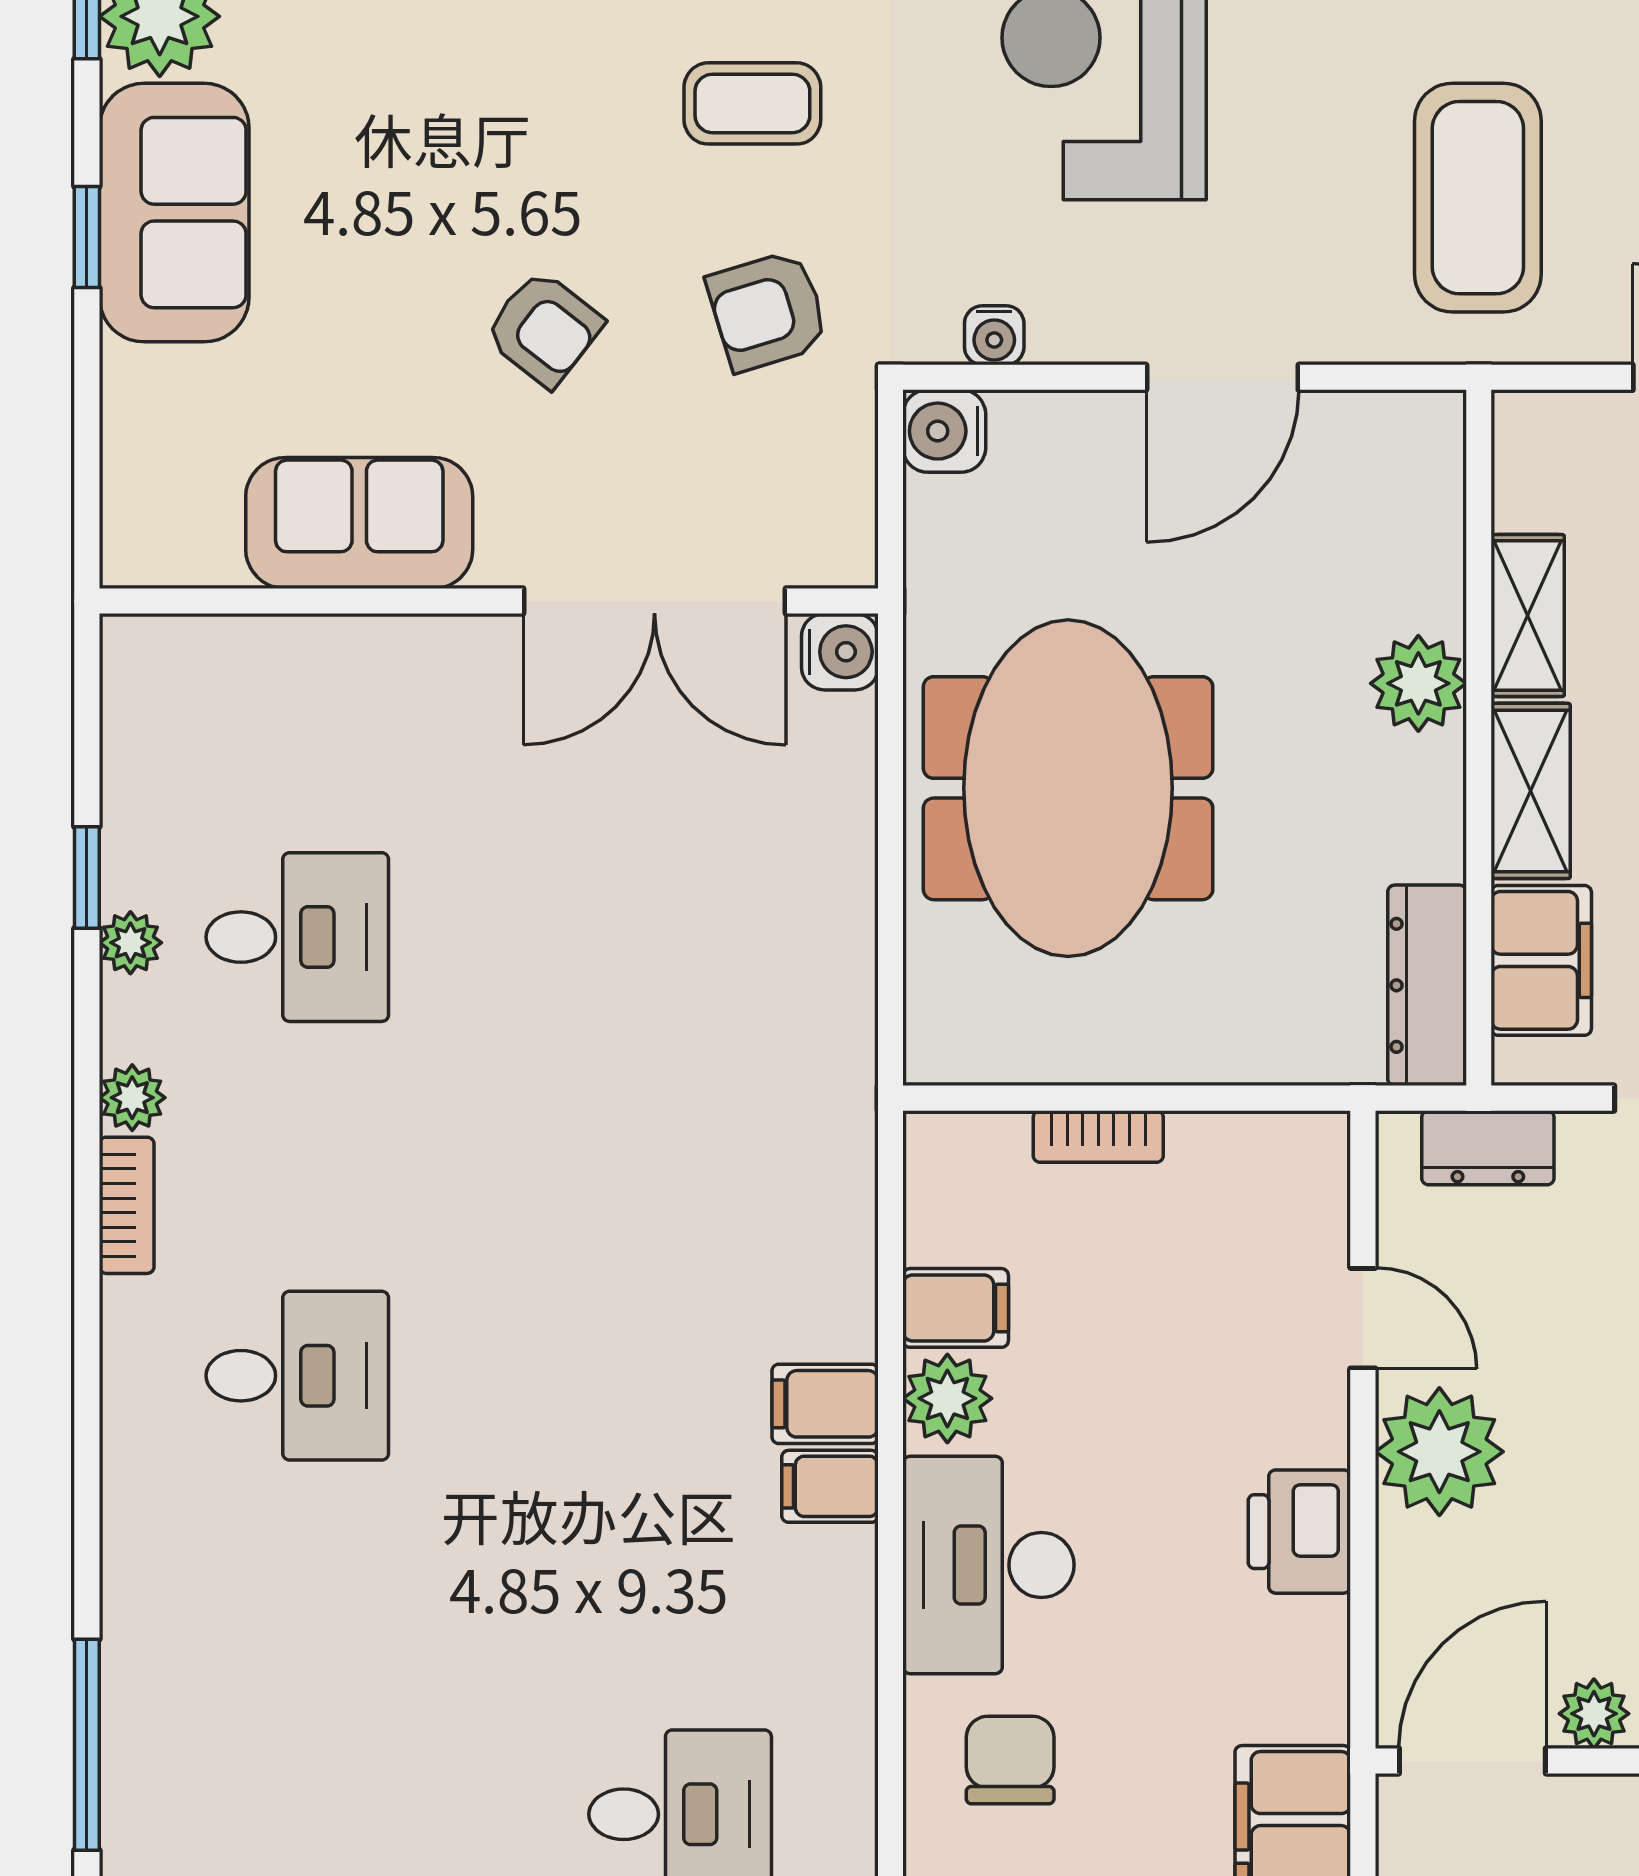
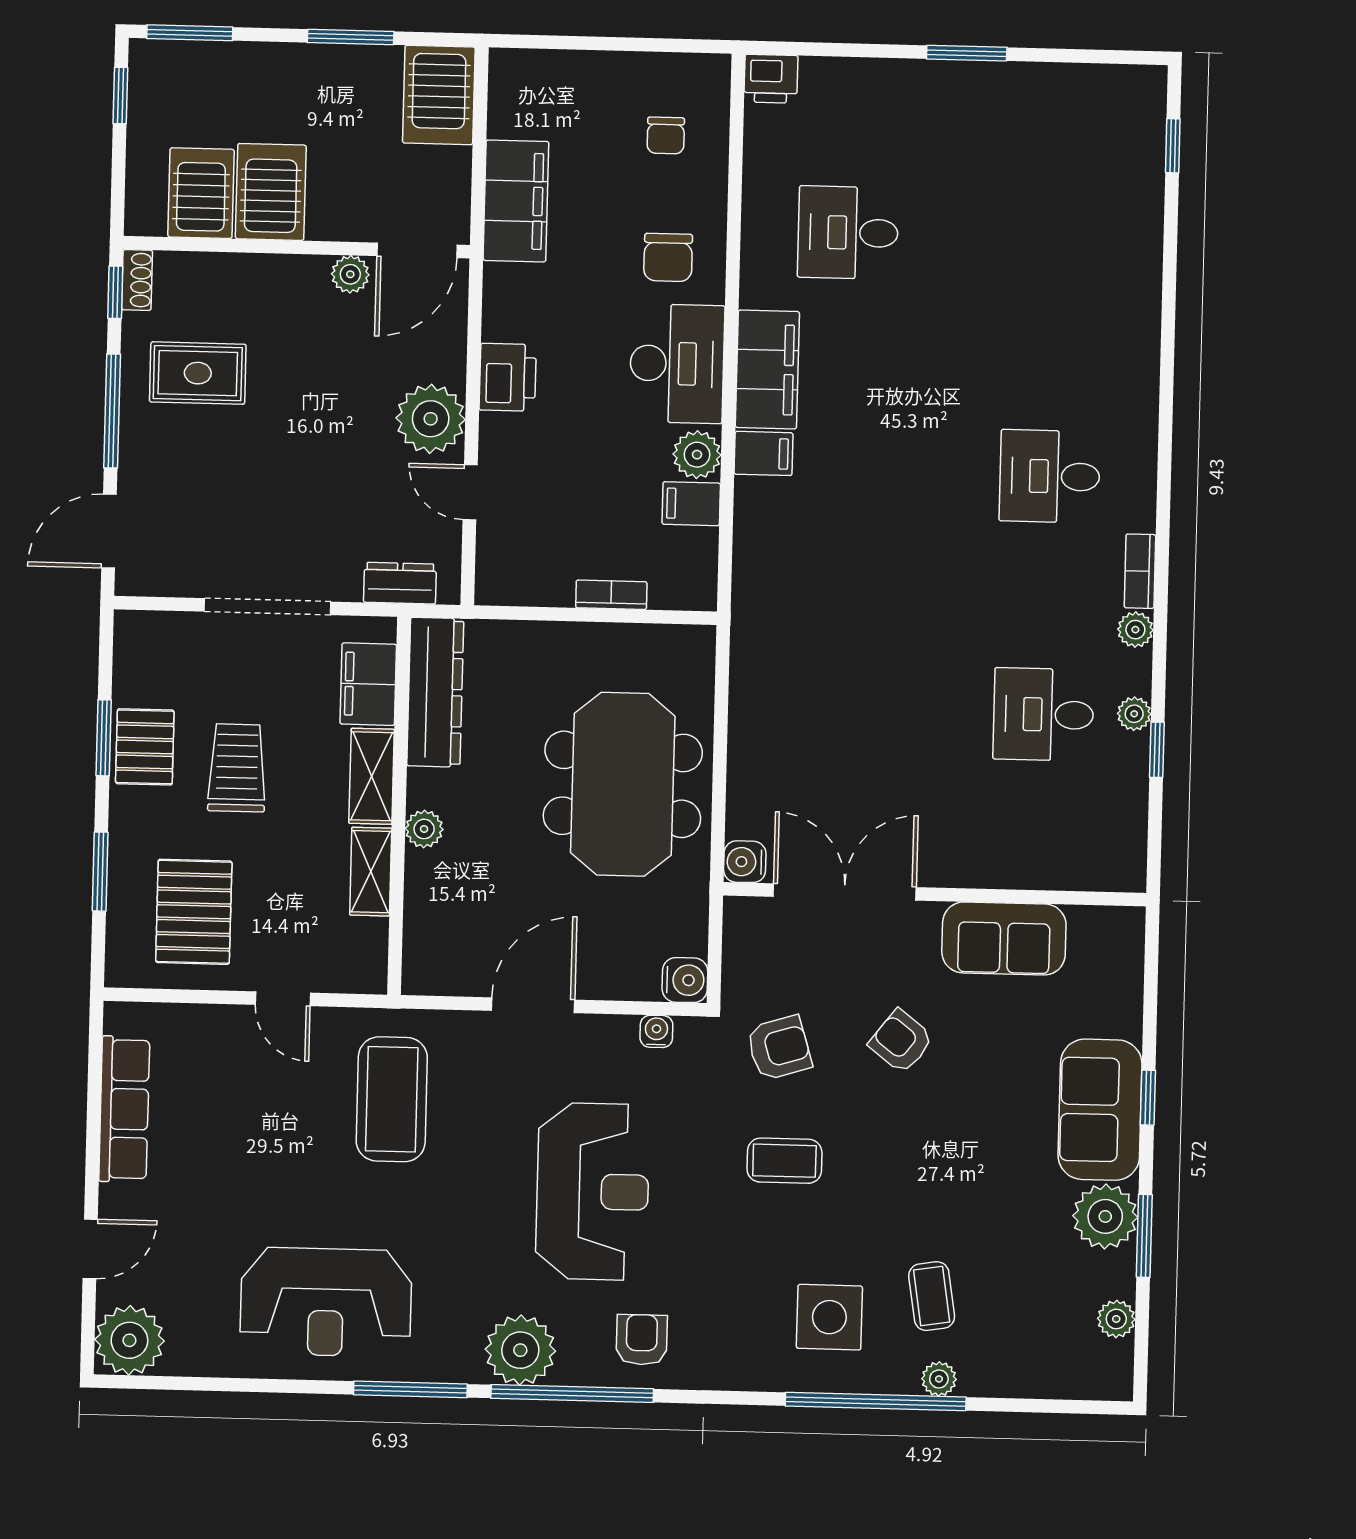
plant: (1418, 683) -> (424, 829), width x0.73, depth x0.73
dresser: (1427, 985) -> (435, 692), width x1.37, depth x1.24
filing cabinet: (830, 1486) -> (767, 369), width x3.00, depth x1.17
window: (87, 1745) -> (1169, 279), removed

